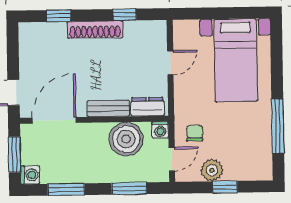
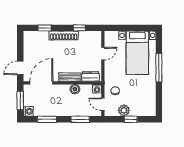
window: (278, 126) -> (159, 68), moved
boiler: (126, 139) -> (75, 89), width x0.54, depth x0.54
door: (172, 159) -> (103, 104), swing flipped

